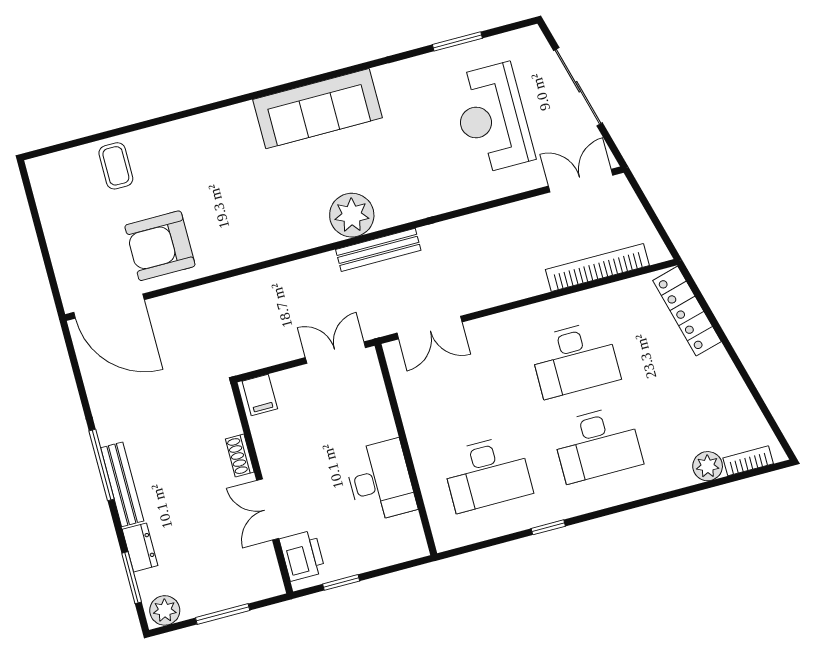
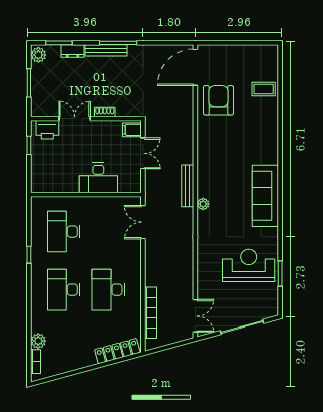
reception desk: (492, 118) -> (249, 265), moved
plant: (352, 215) -> (203, 204), width x0.53, depth x0.53
bench: (378, 250) -> (188, 186), moved
double door: (335, 353) -> (143, 153), moved
desk: (380, 481) -> (98, 178), moved

